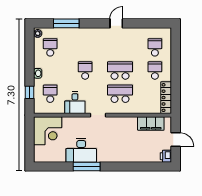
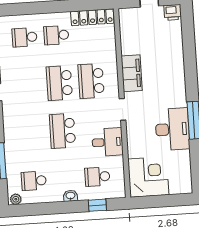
school desk: (85, 71) -> (62, 131), width x1.85
filing cabinet: (151, 123) -> (132, 73), moved

